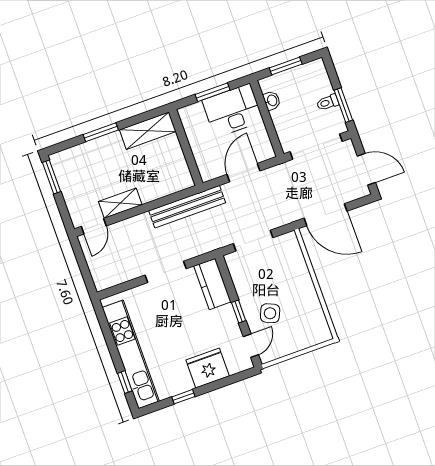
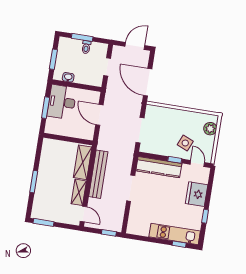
window: (343, 105) -> (82, 37), moved
shelving: (148, 131) -> (83, 162), moved
doorway: (316, 147) -> (107, 67), width x0.53
bench: (187, 207) -> (98, 174), moved
door: (326, 215) -> (148, 82), swing flipped
window: (87, 276) -> (109, 233), added
kitchen counter: (212, 284) -> (159, 167), width x1.50
plant: (309, 337) -> (210, 129), added
kitchen unit: (131, 354) -> (175, 234), width x0.73

